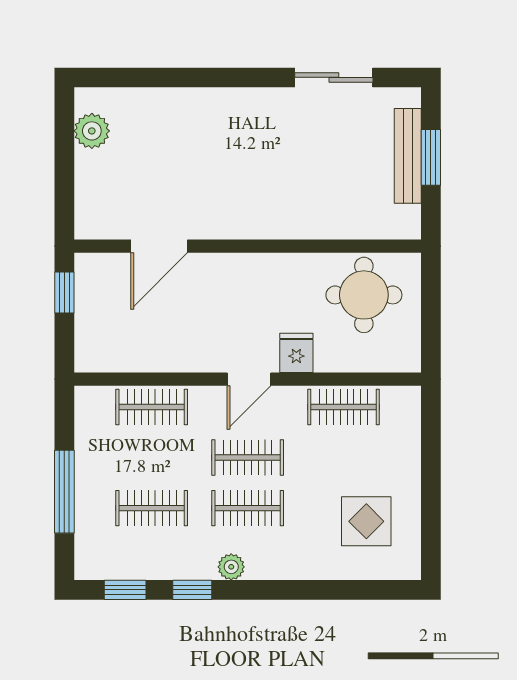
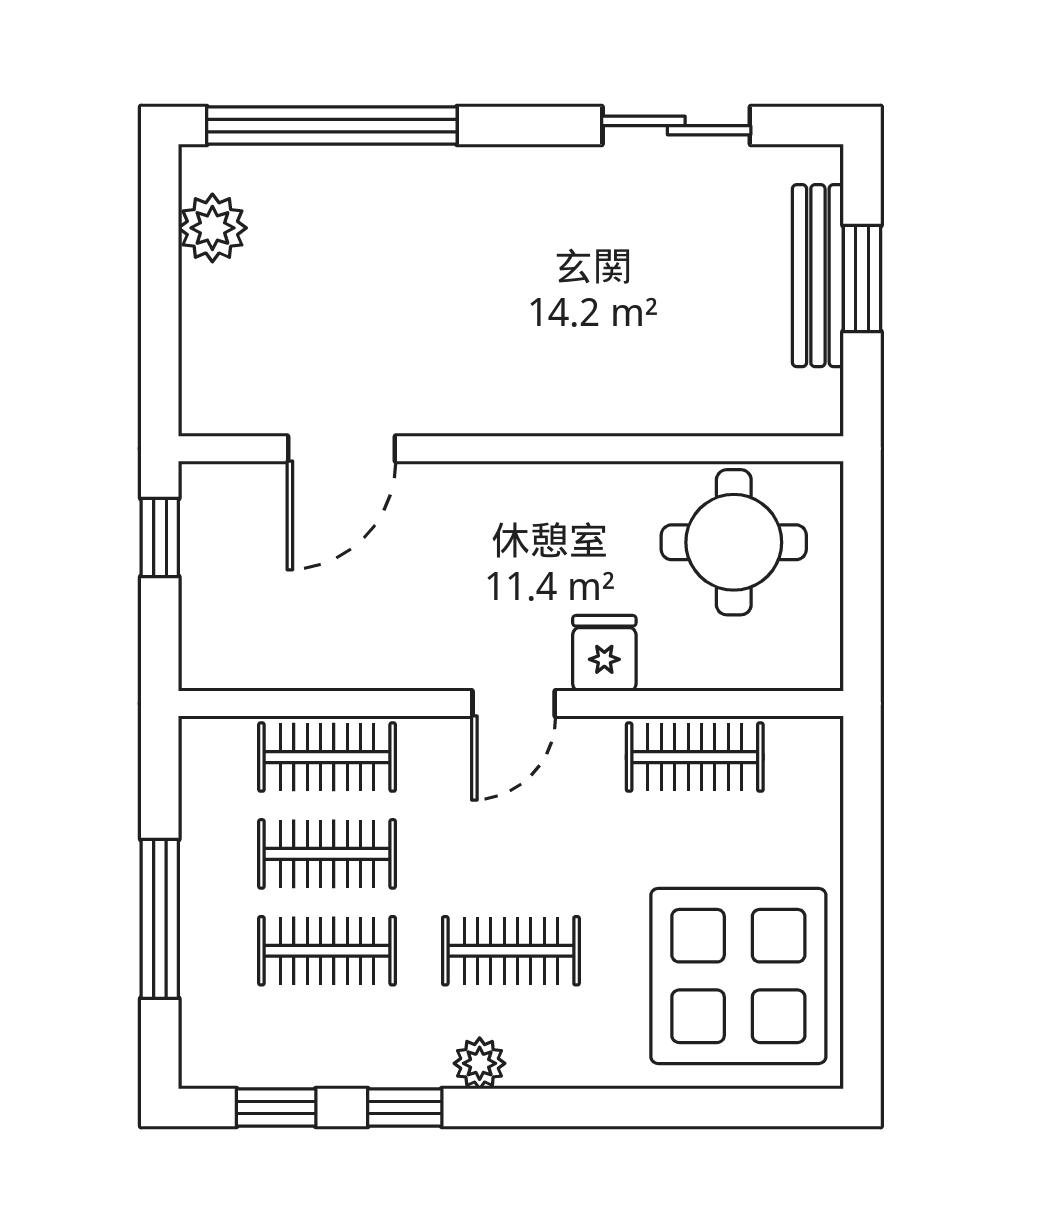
window: (154, 77) -> (332, 126), added
clothes rail: (248, 458) -> (327, 854), moved
display table: (366, 521) -> (738, 976), width x1.86, depth x1.86

